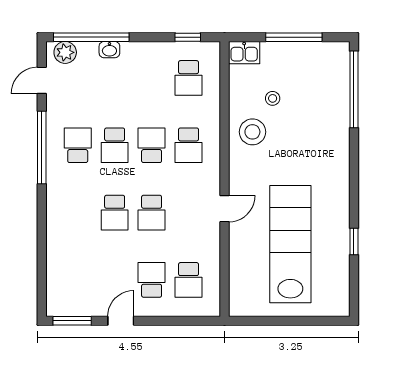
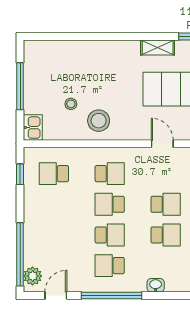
washbasin: (109, 50) -> (156, 285), moved, turned -90
school desk: (189, 78) -> (54, 174), turned 180
door: (42, 80) -> (56, 295), swing flipped
window: (354, 89) -> (63, 36), removed
shelving: (341, 203) -> (158, 47), added

